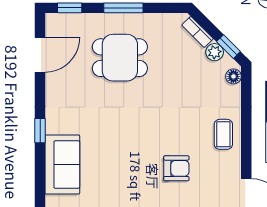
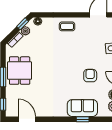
dining table: (120, 58) -> (20, 71), moved
window: (40, 131) -> (83, 119), moved
armchair: (176, 168) -> (90, 76), moved

